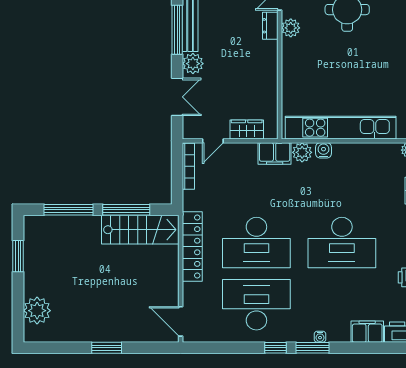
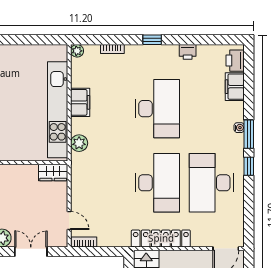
wardrobe: (247, 129) -> (53, 172), moved, turned -90
water cooler: (323, 150) -> (77, 125), removed
filing cabinet: (275, 154) -> (80, 102), moved
bookcase: (188, 166) -> (84, 242), width x0.64

